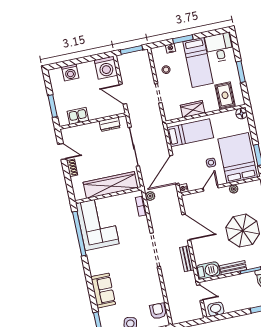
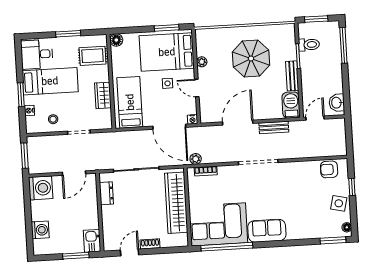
kitchen sink: (78, 116) -> (92, 241), moved
sofa: (103, 291) -> (267, 231), moved

